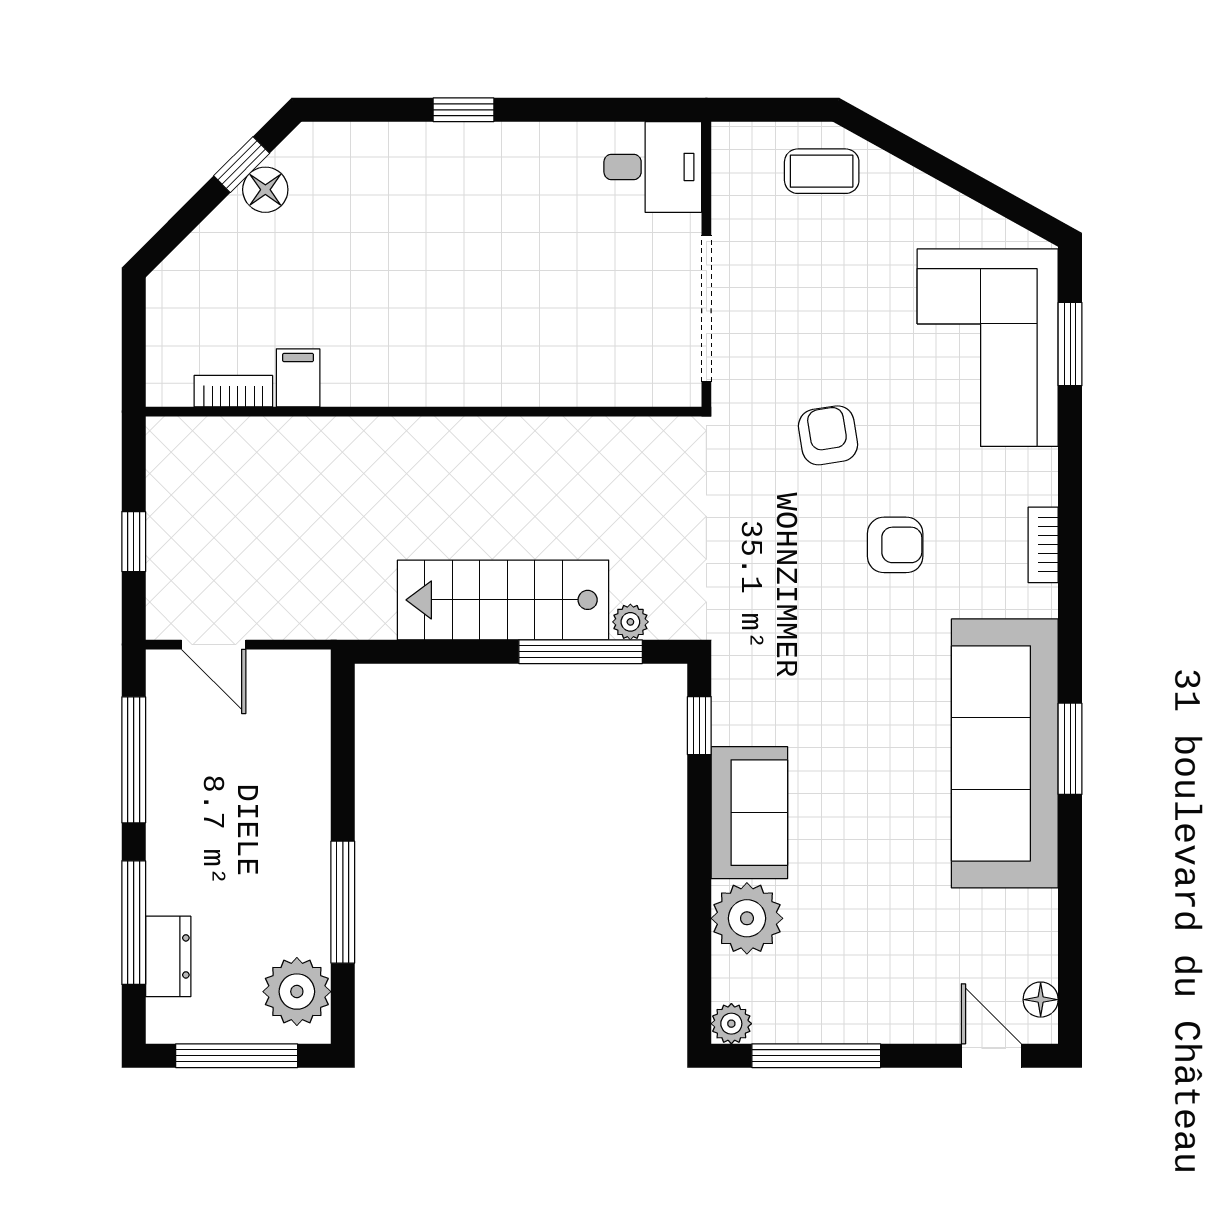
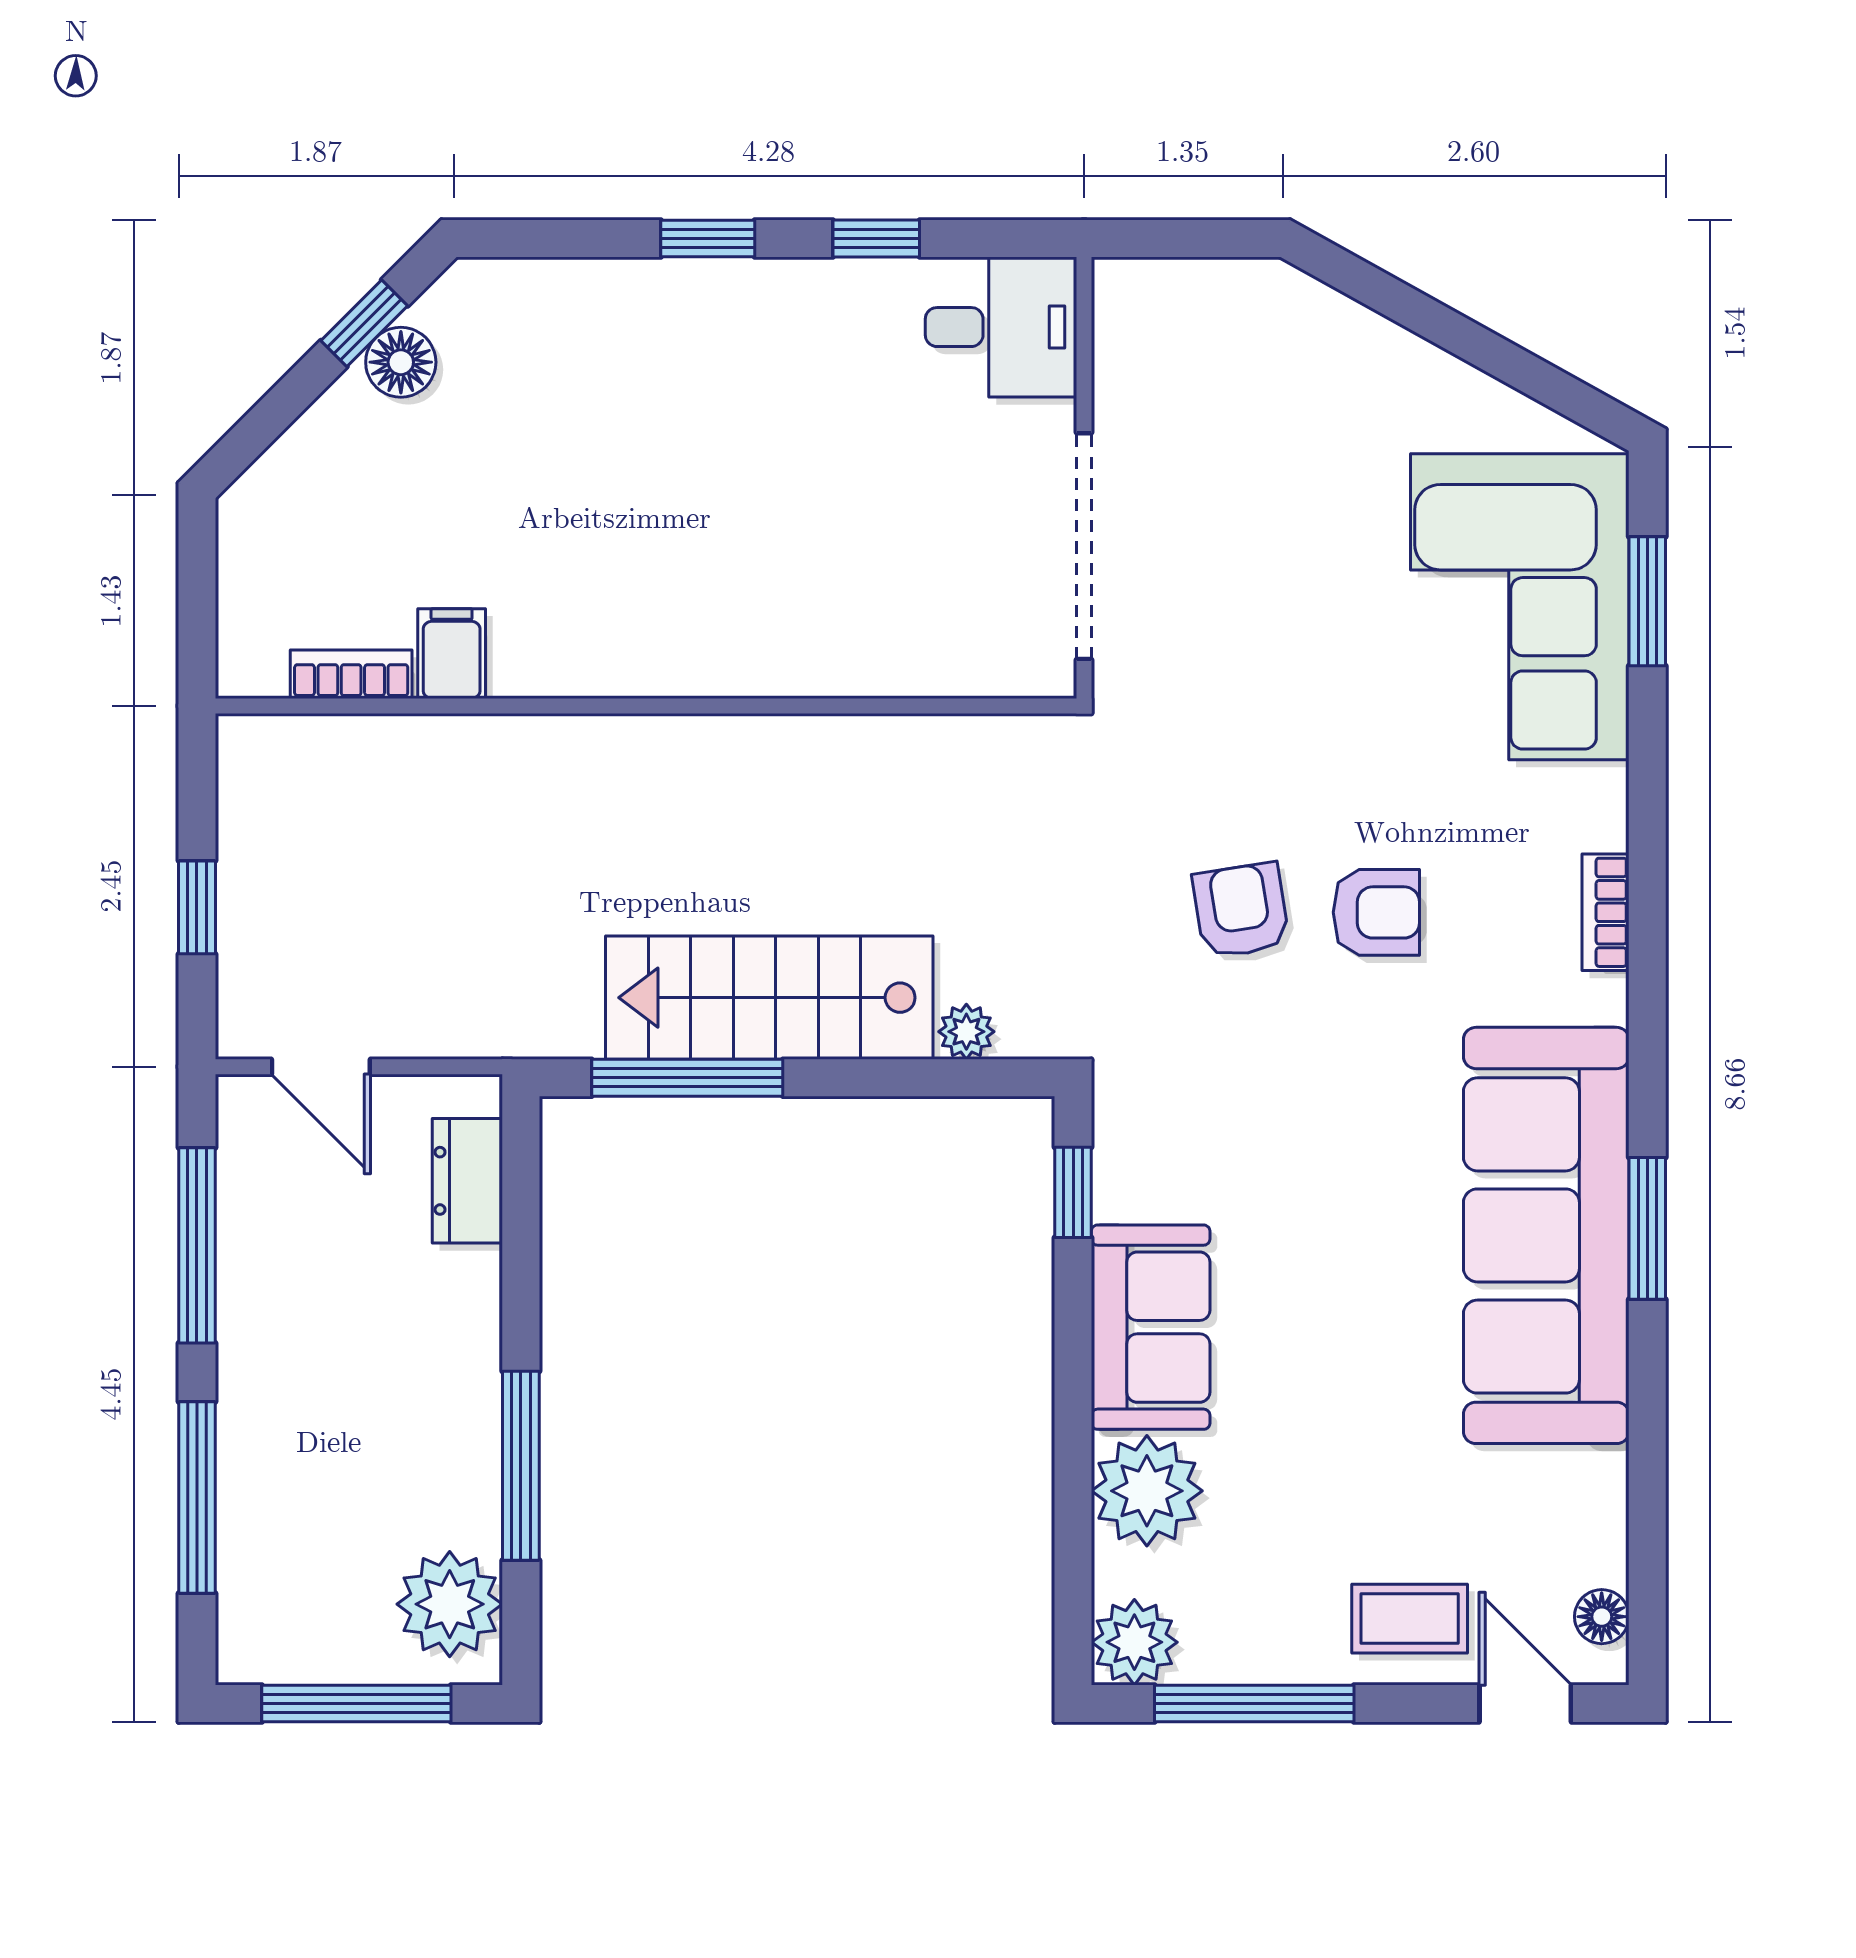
window: (572, 110) -> (876, 238), added
coffee table: (822, 171) -> (1410, 1619), moved
armchair: (828, 435) -> (1241, 910), moved
window: (581, 652) -> (687, 1078), moved
dresser: (168, 956) -> (467, 1181), moved, turned 180
plant: (731, 1024) -> (1134, 1642), width x1.38, depth x1.38

